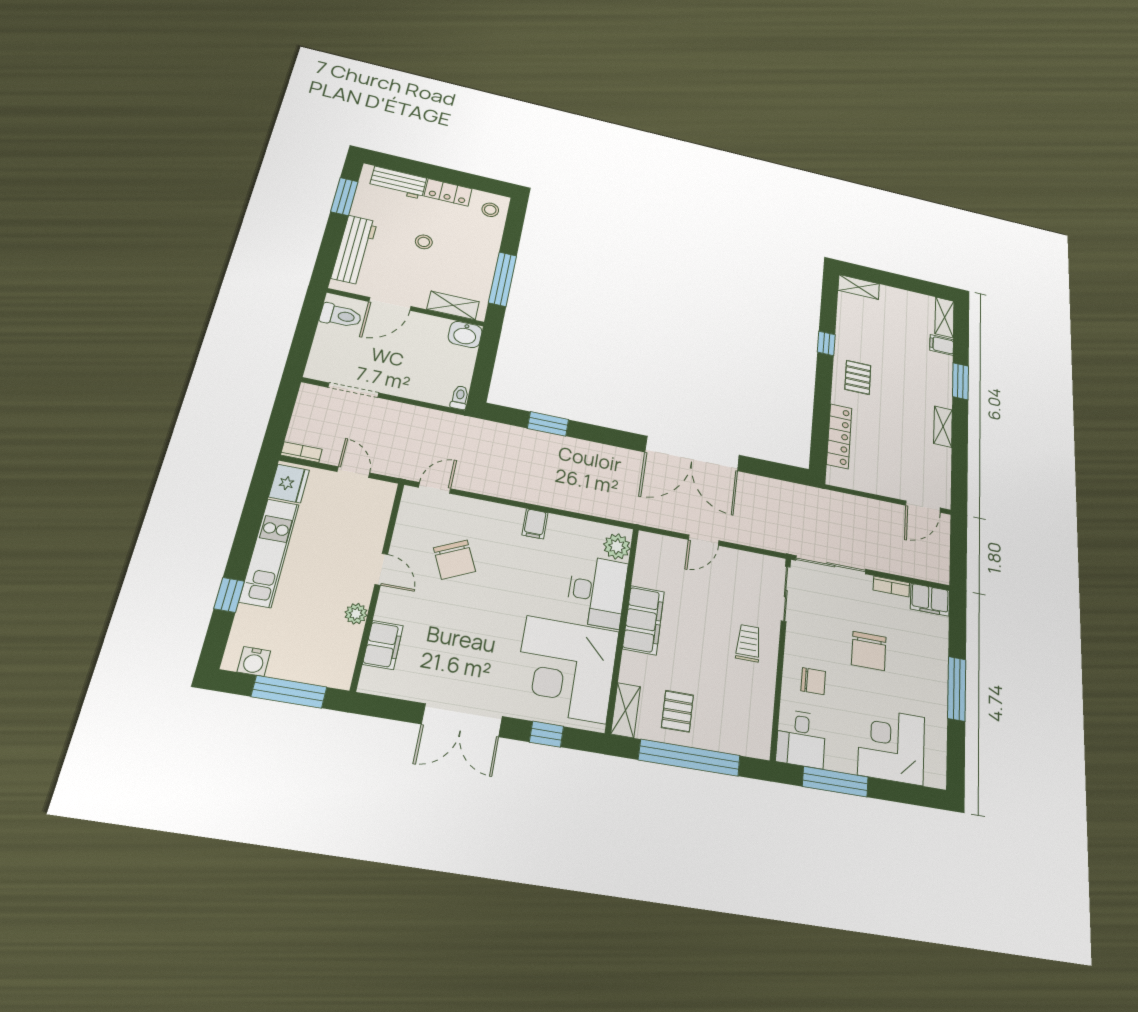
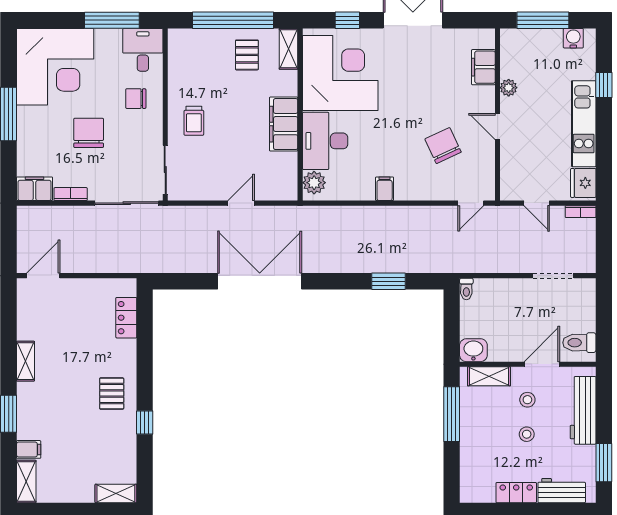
stool: (490, 210) -> (527, 400), moved
locker: (839, 436) -> (126, 318), width x0.66
corner desk: (891, 746) -> (55, 67), width x1.36, depth x1.36

